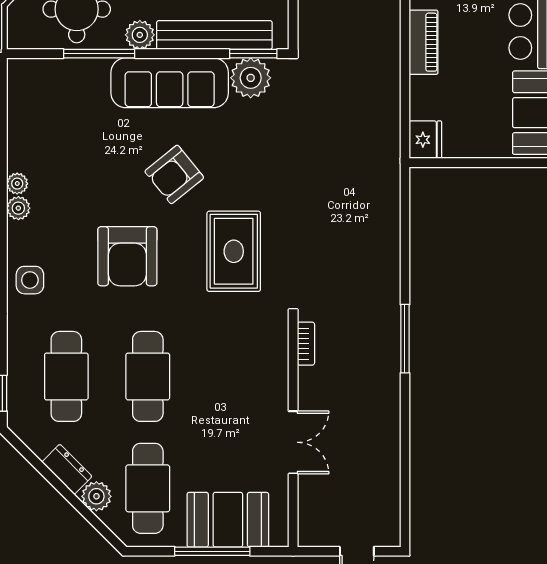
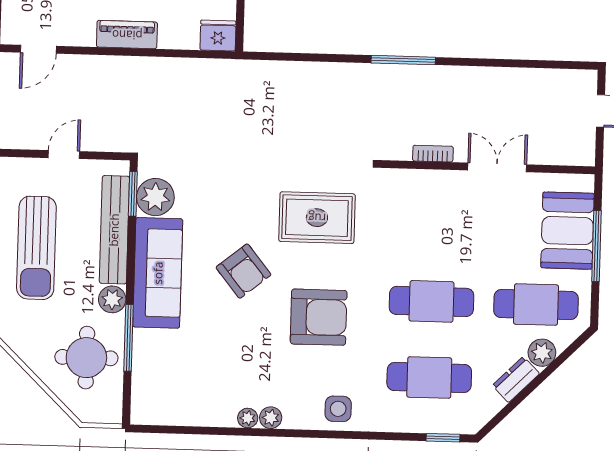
bookcase: (306, 344) -> (433, 154), moved

